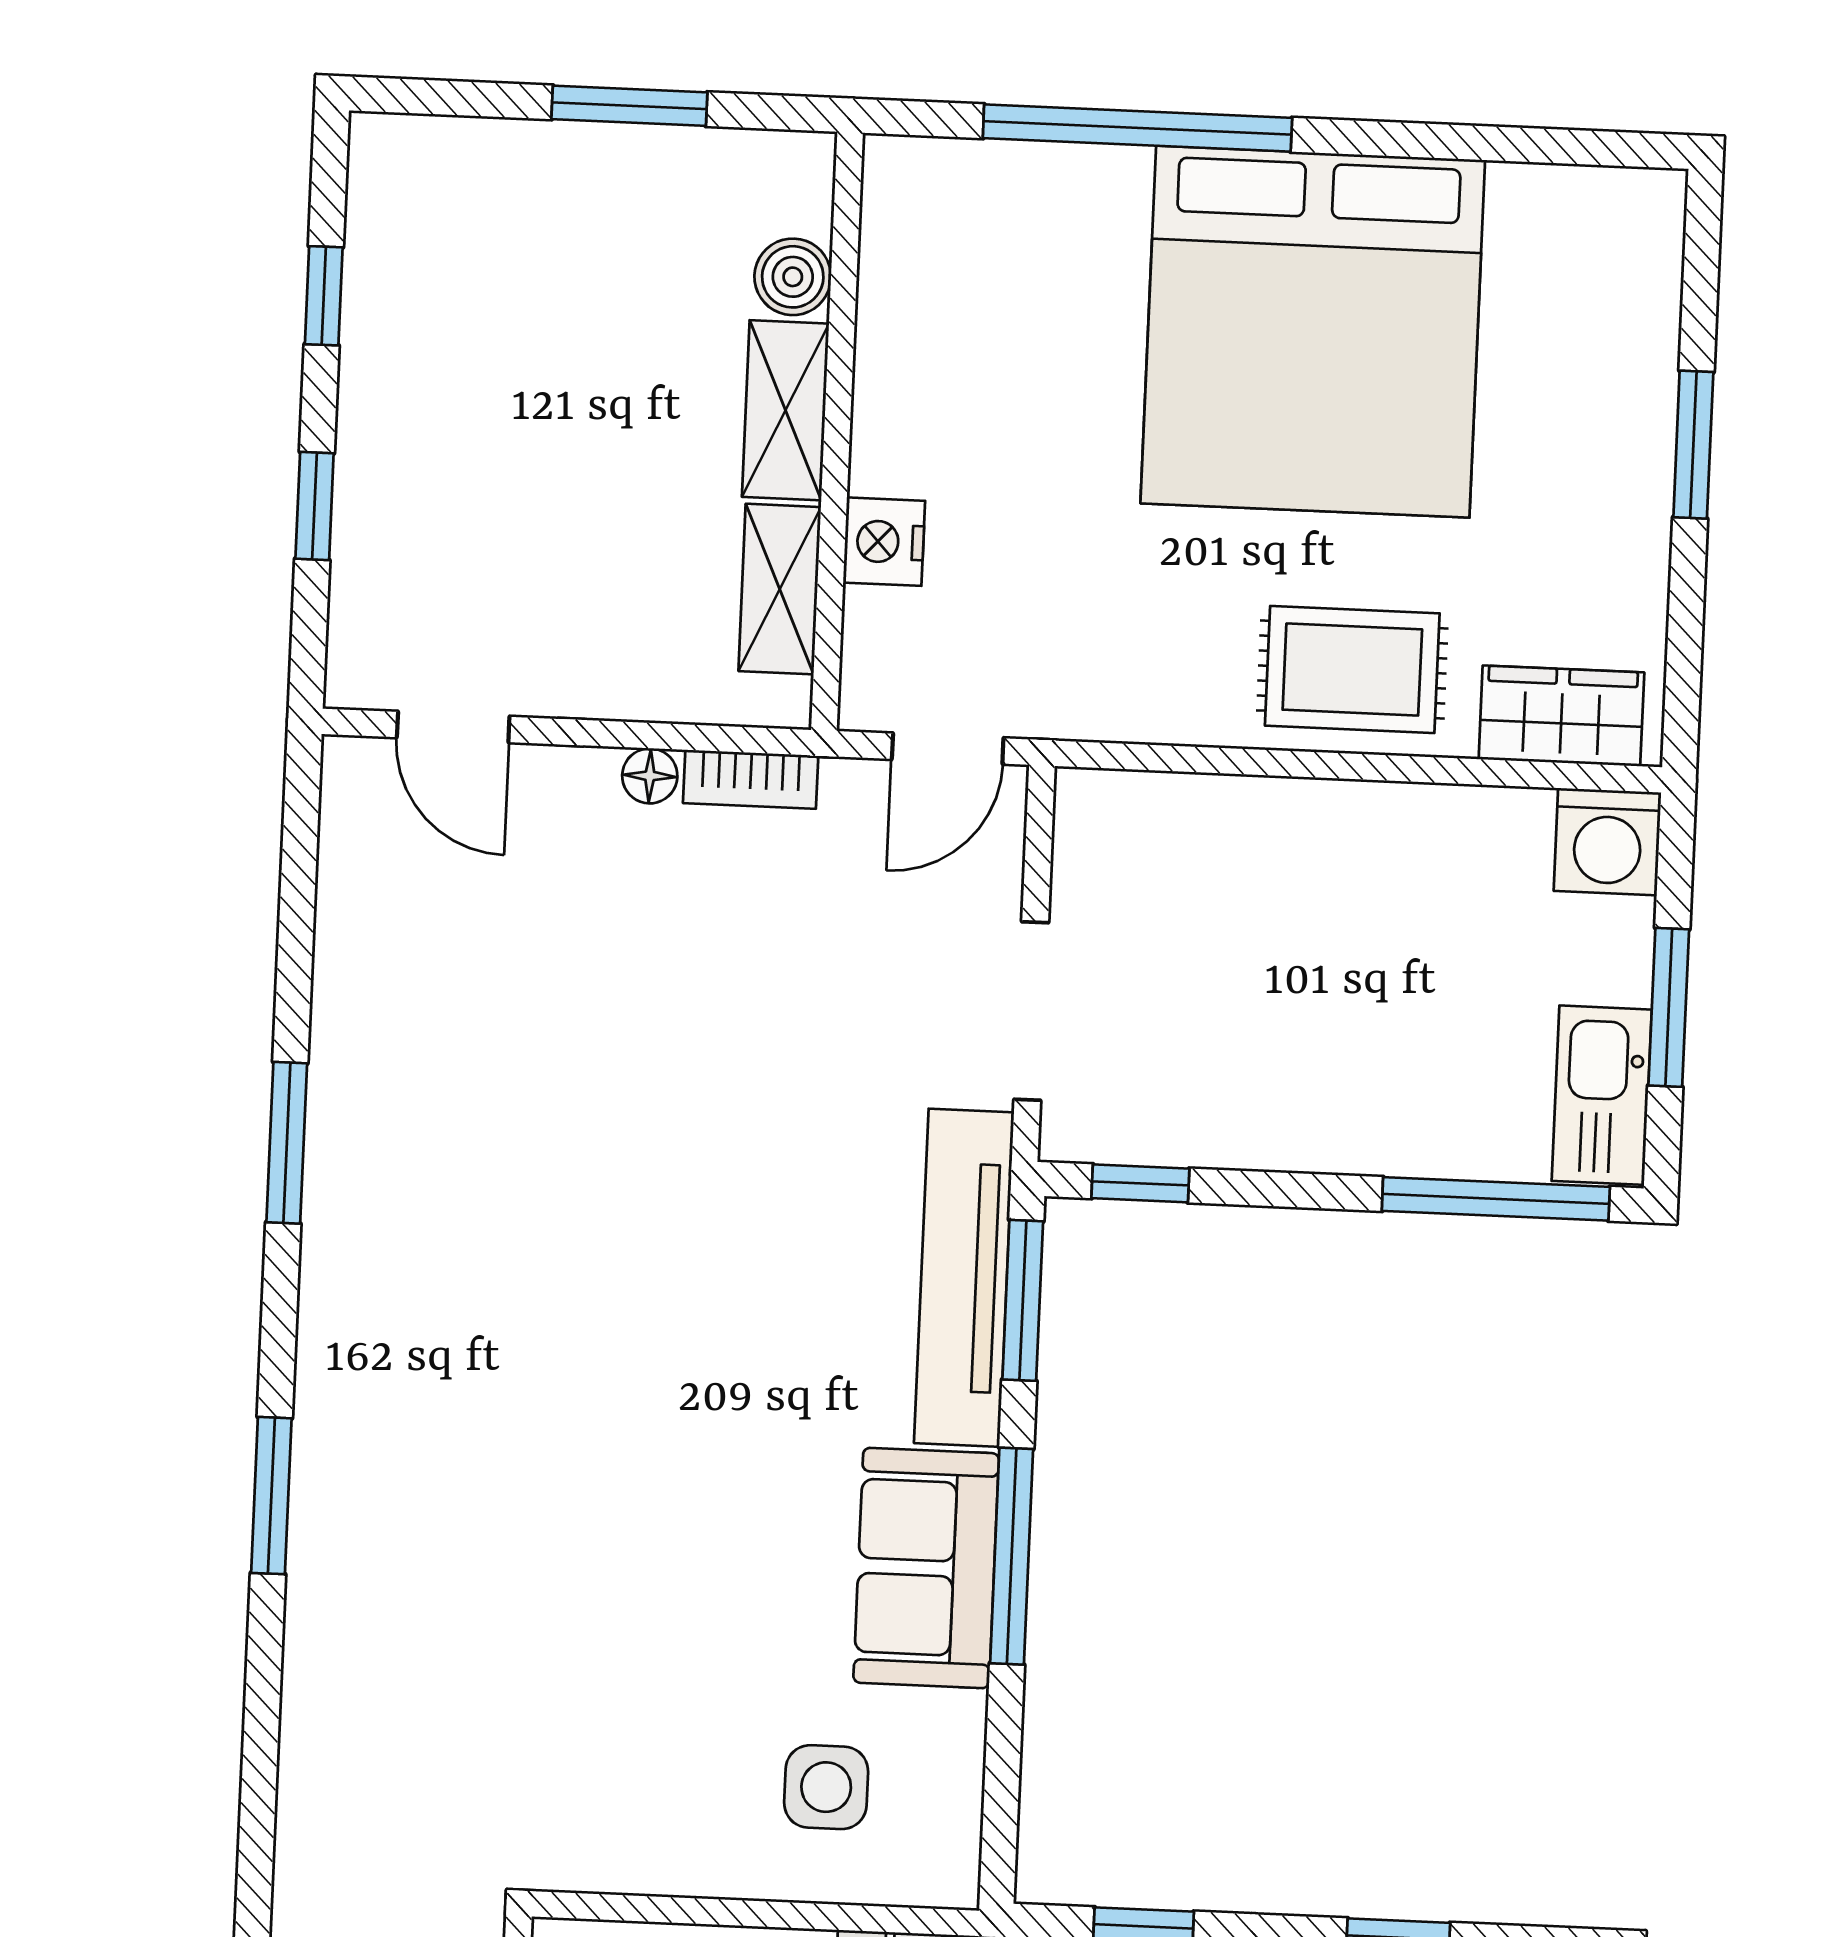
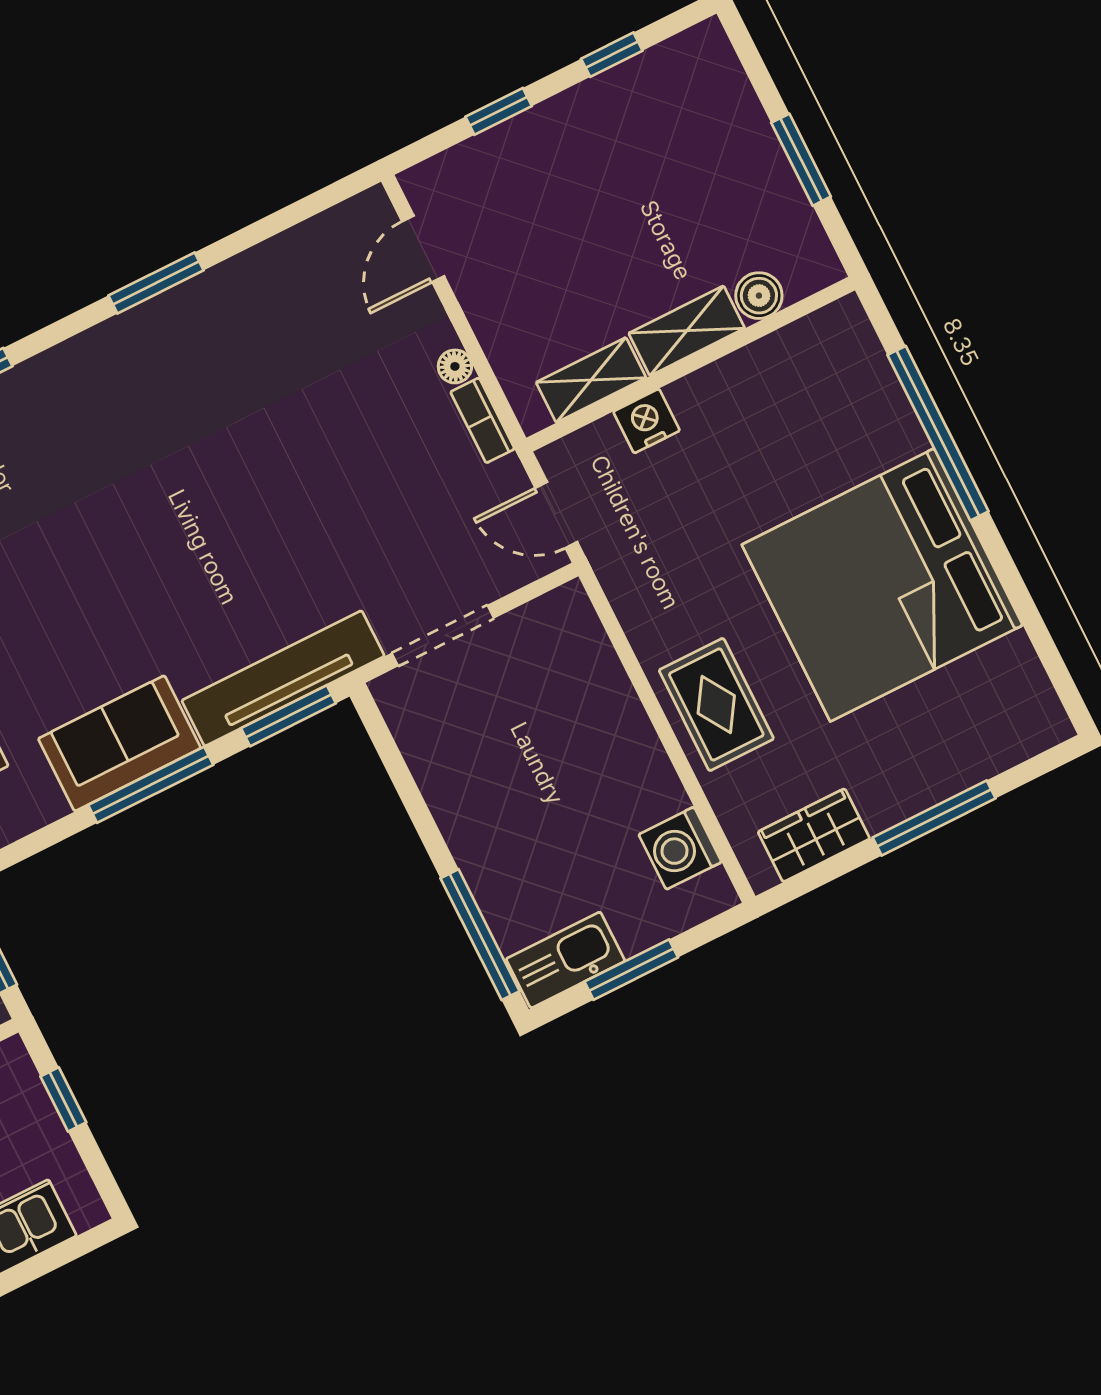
window: (1693, 445) -> (934, 818), width x1.44
wardrobe: (1561, 716) -> (814, 835), moved, turned -90
washing machine: (1607, 842) -> (680, 848), moved
window: (1140, 1183) -> (384, 743), removed

